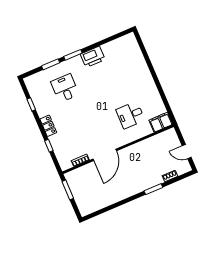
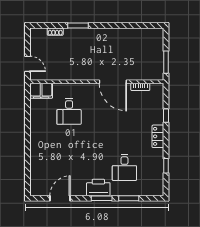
door: (107, 40) -> (60, 198), added
printer: (93, 57) -> (98, 188), moved
desk: (130, 115) -> (69, 111), turned 90
door: (187, 152) -> (27, 64), moved
door: (105, 155) -> (113, 82), swing flipped

